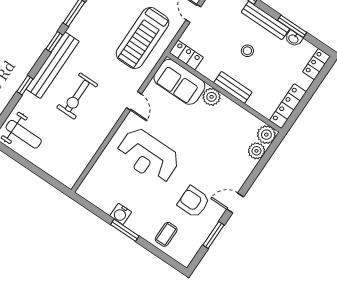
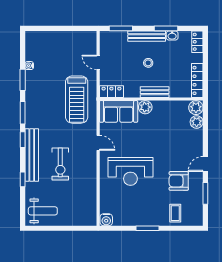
water cooler: (121, 214) -> (106, 220), moved

